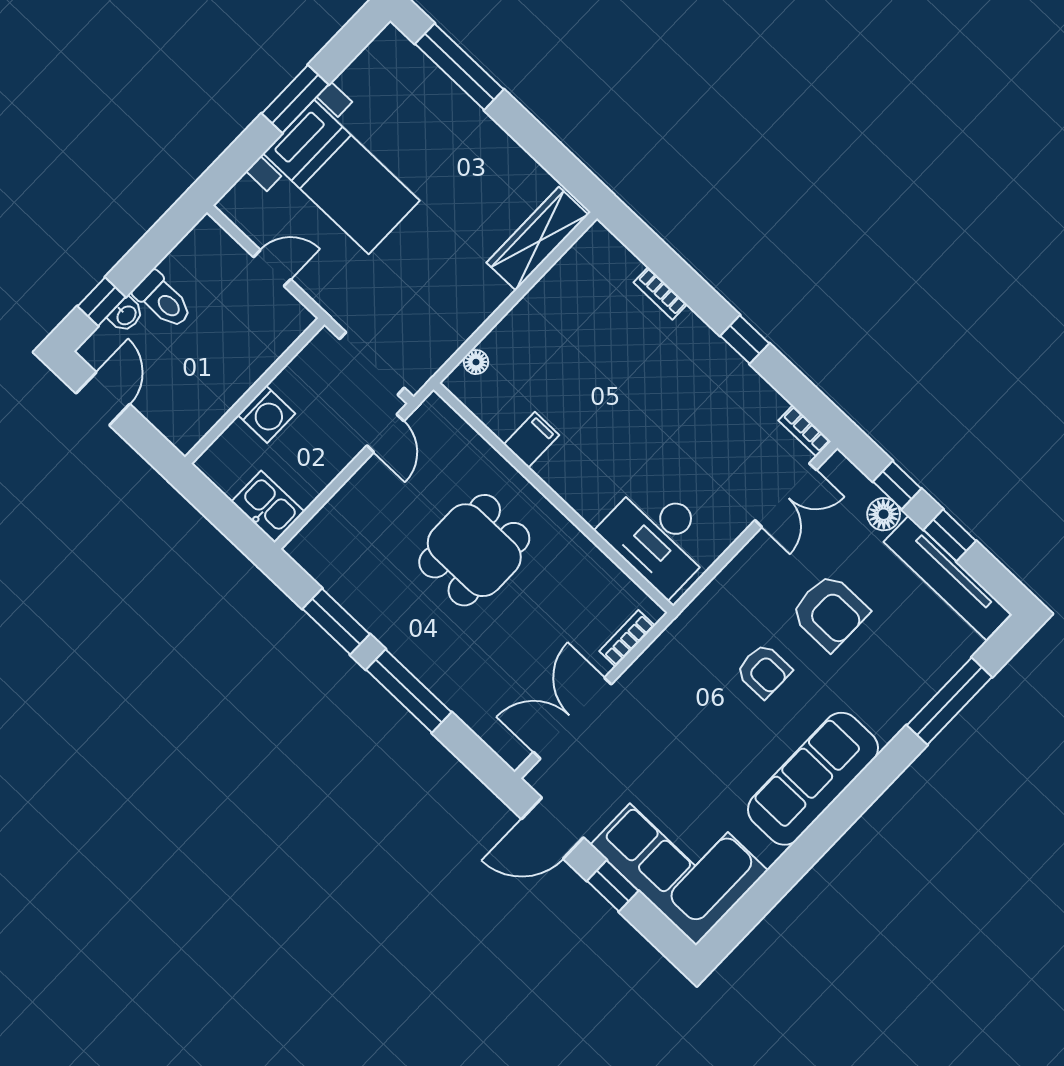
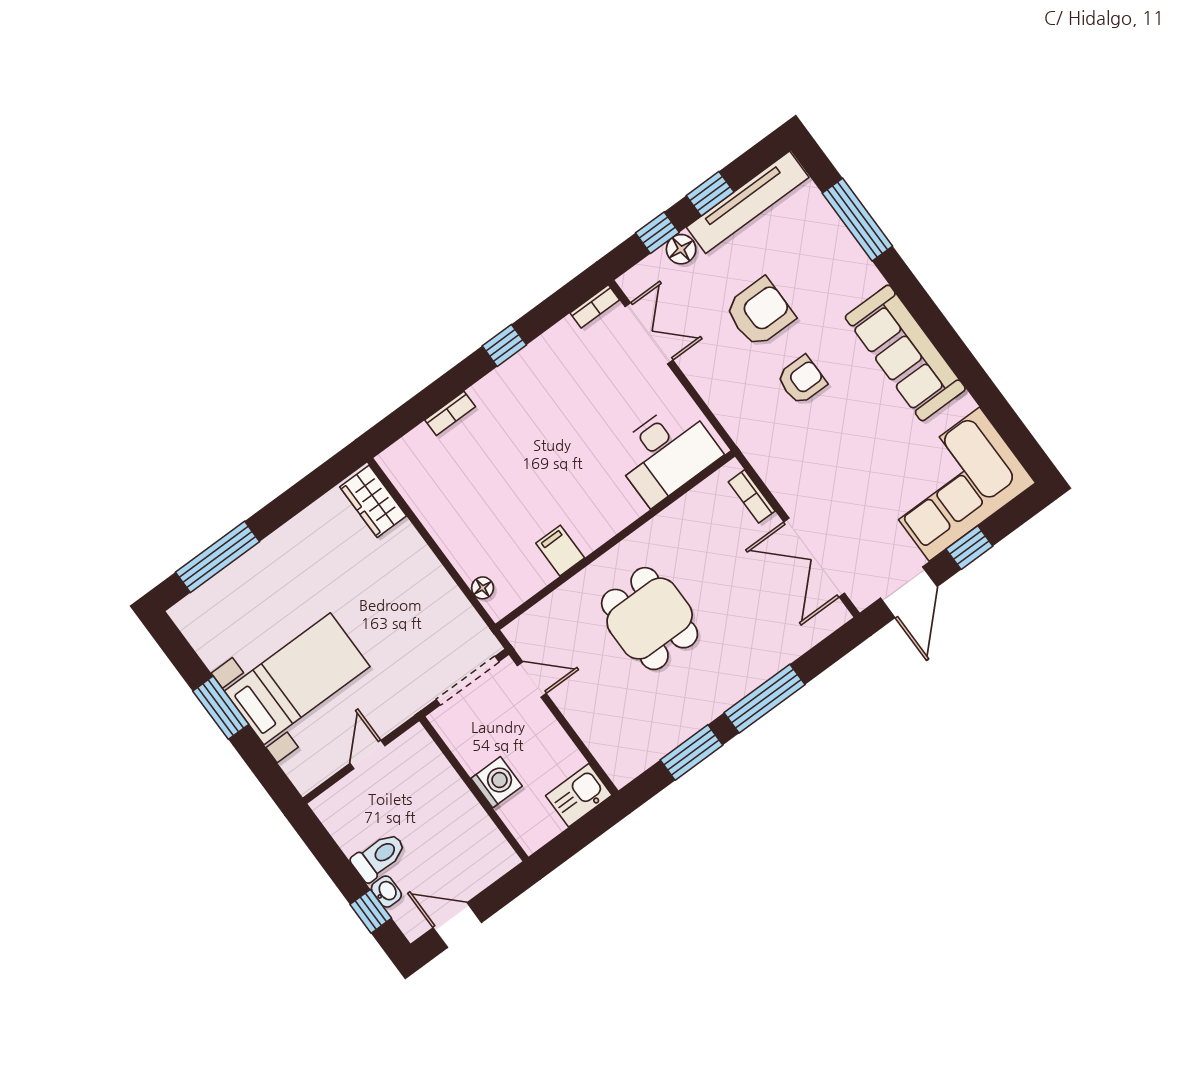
wardrobe: (537, 239) -> (373, 501), width x0.67

